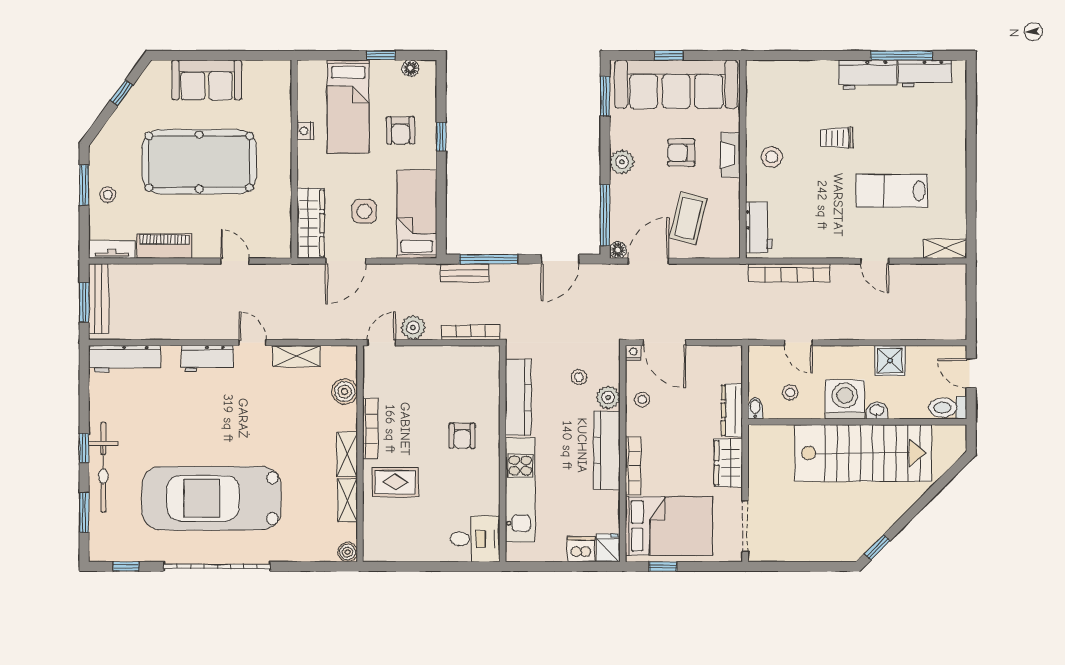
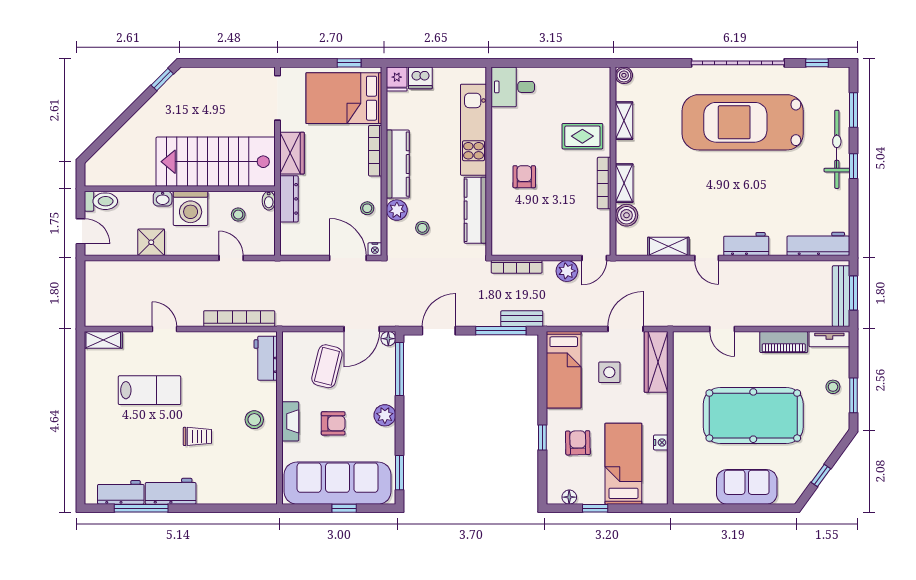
stairs: (863, 453) -> (216, 162), moved
shelving: (347, 454) -> (624, 183), moved
car: (211, 498) -> (743, 122), turned 180

